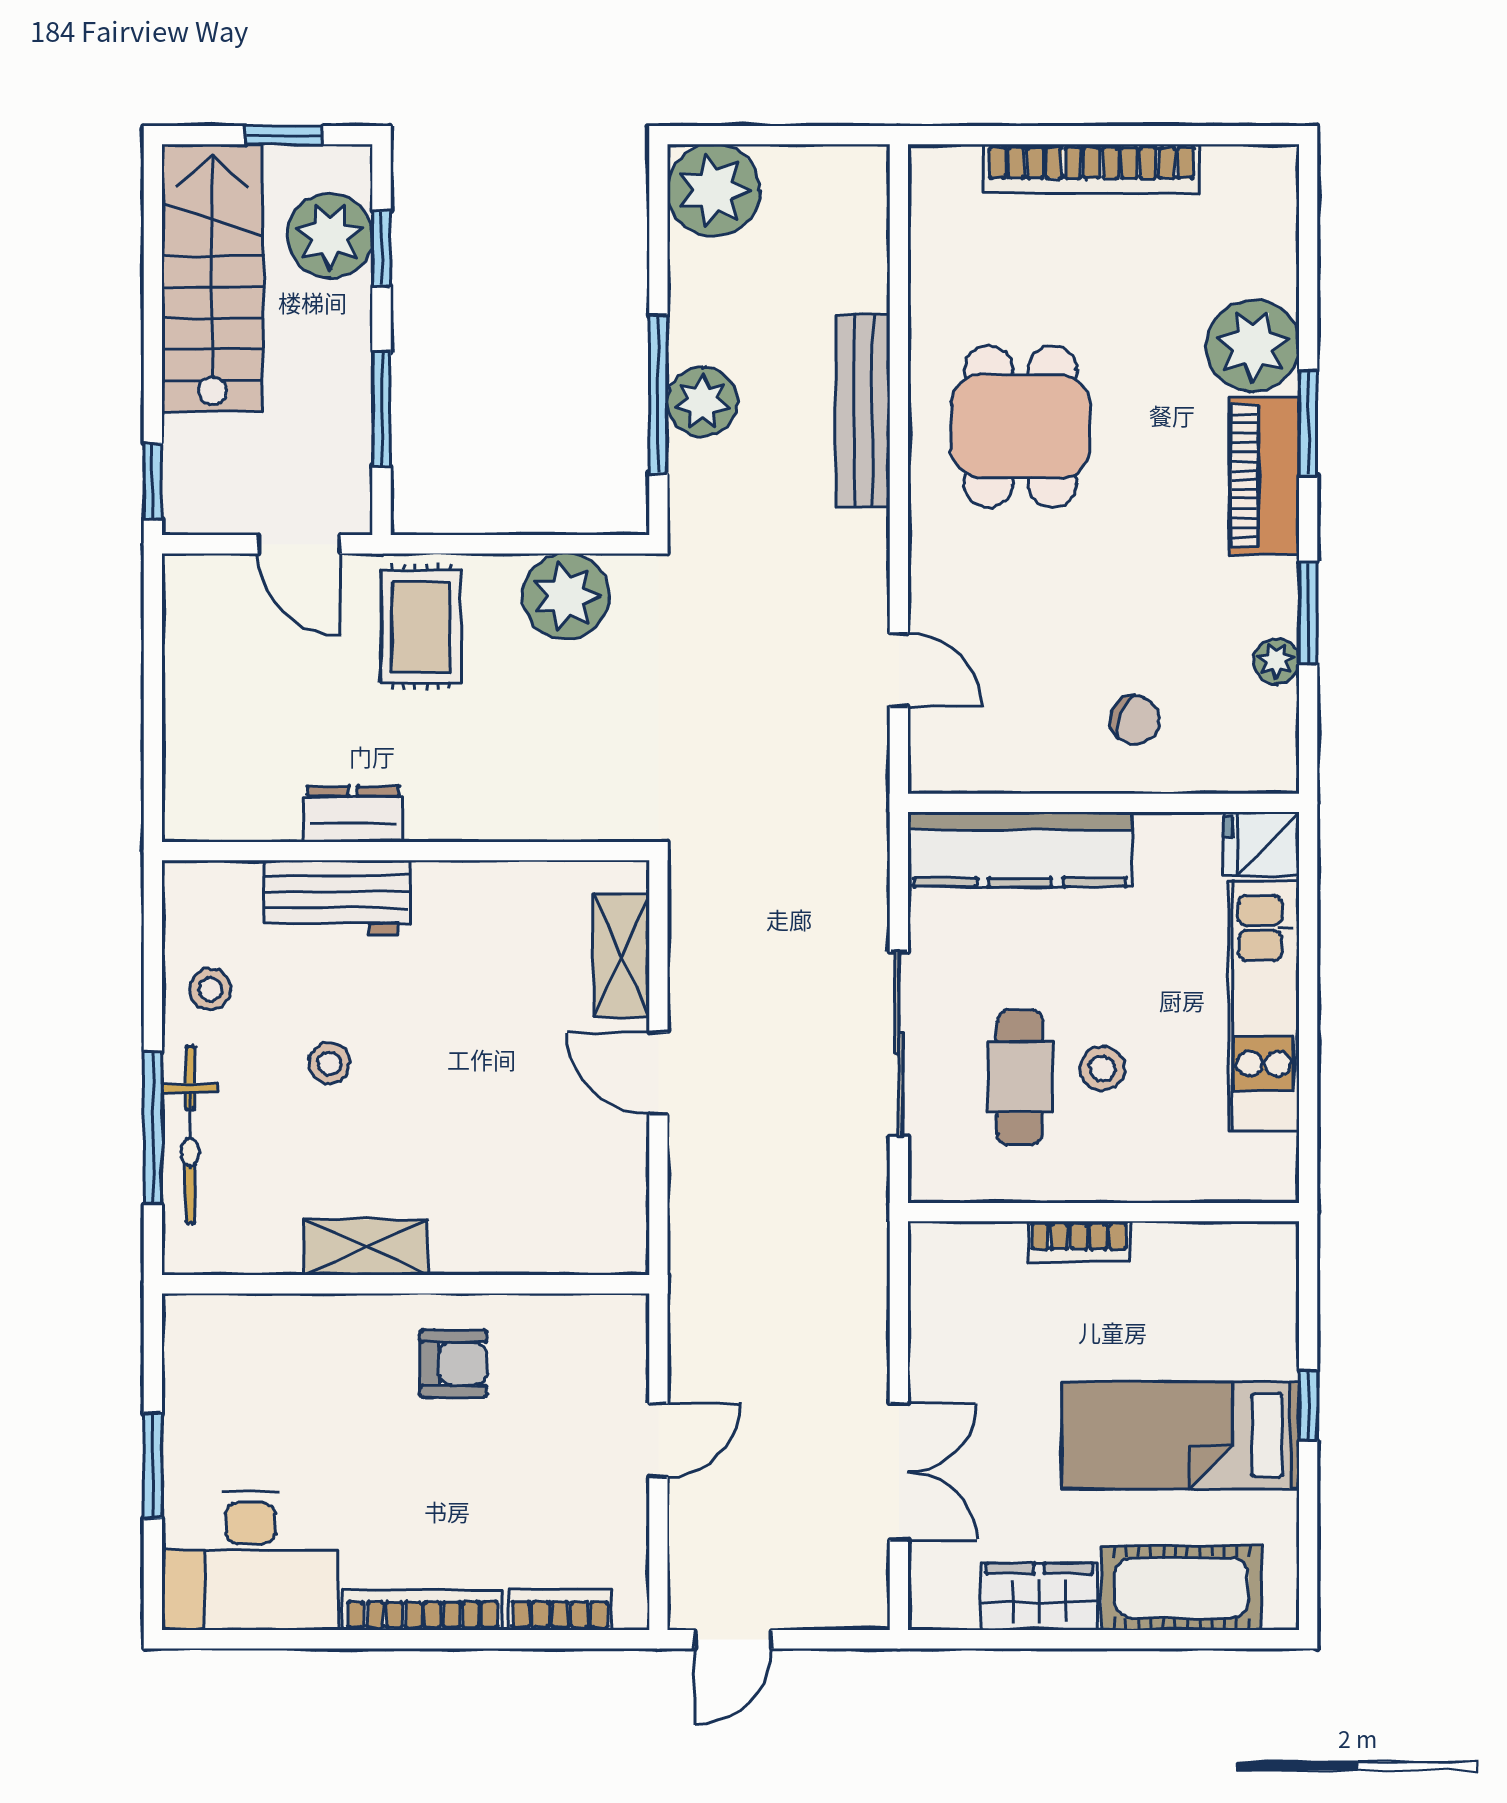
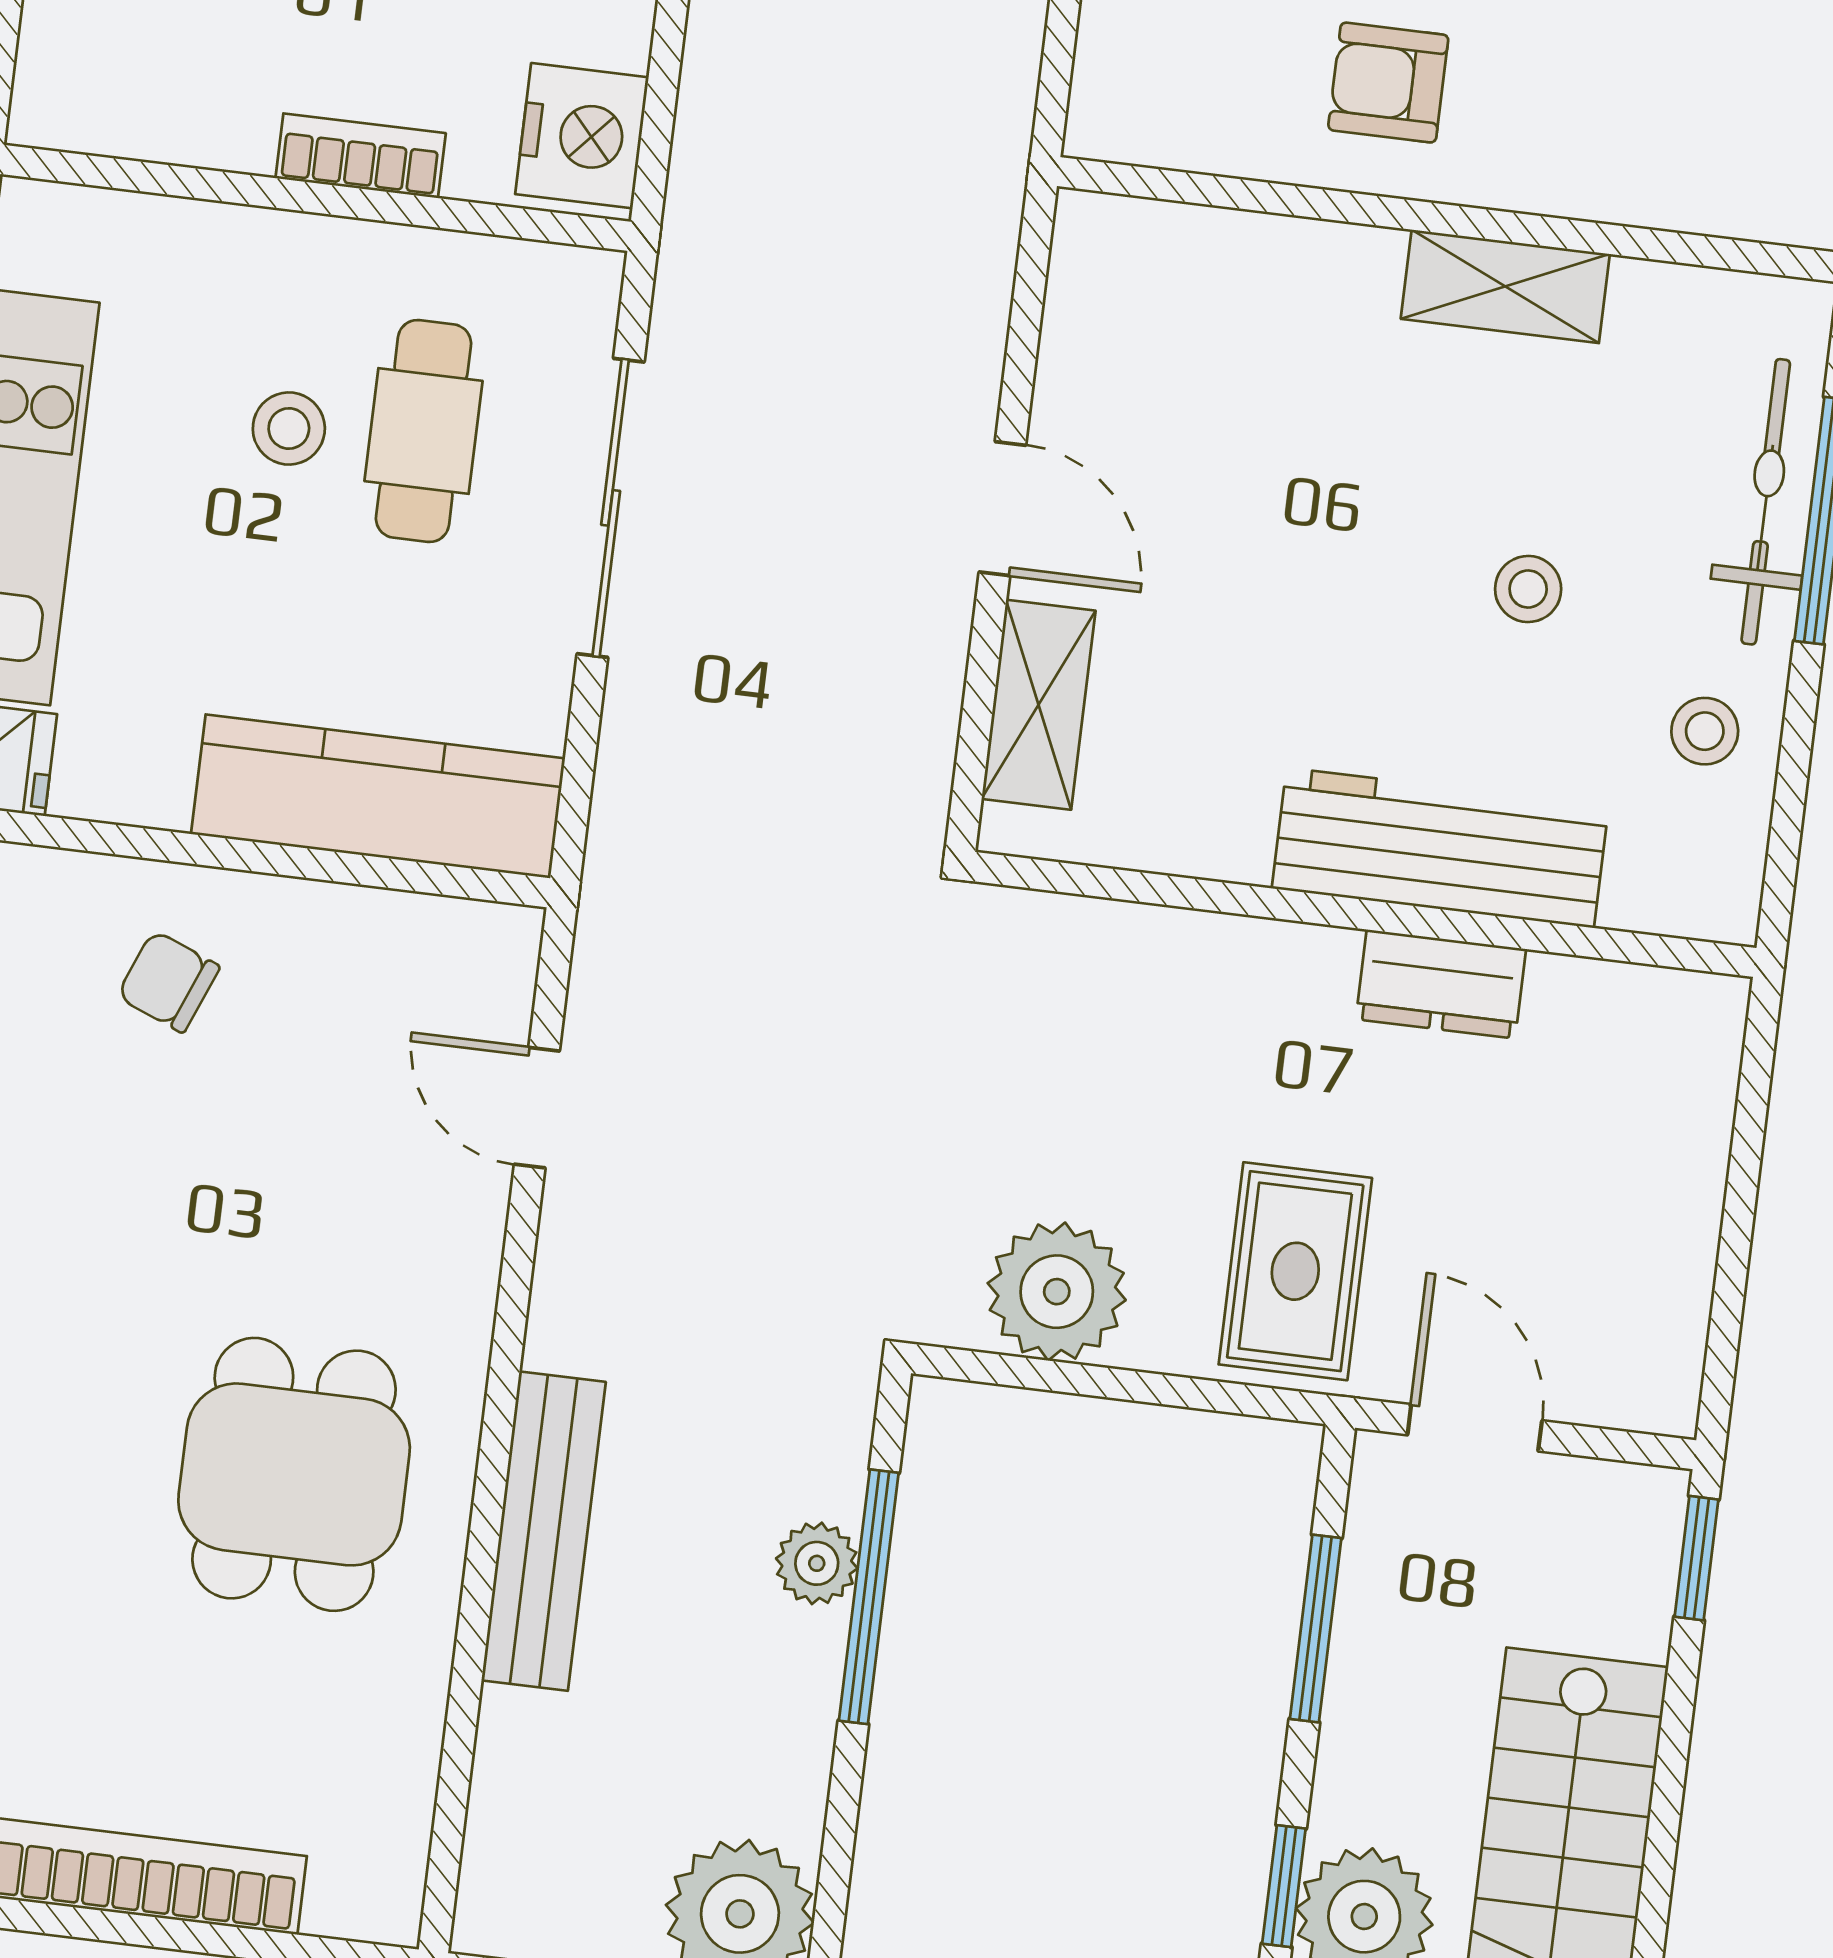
plant: (702, 402) -> (817, 1563), width x0.73, depth x0.73
workbench: (337, 898) -> (1440, 848), width x1.38
nightstand: (945, 1270) -> (582, 136), added

